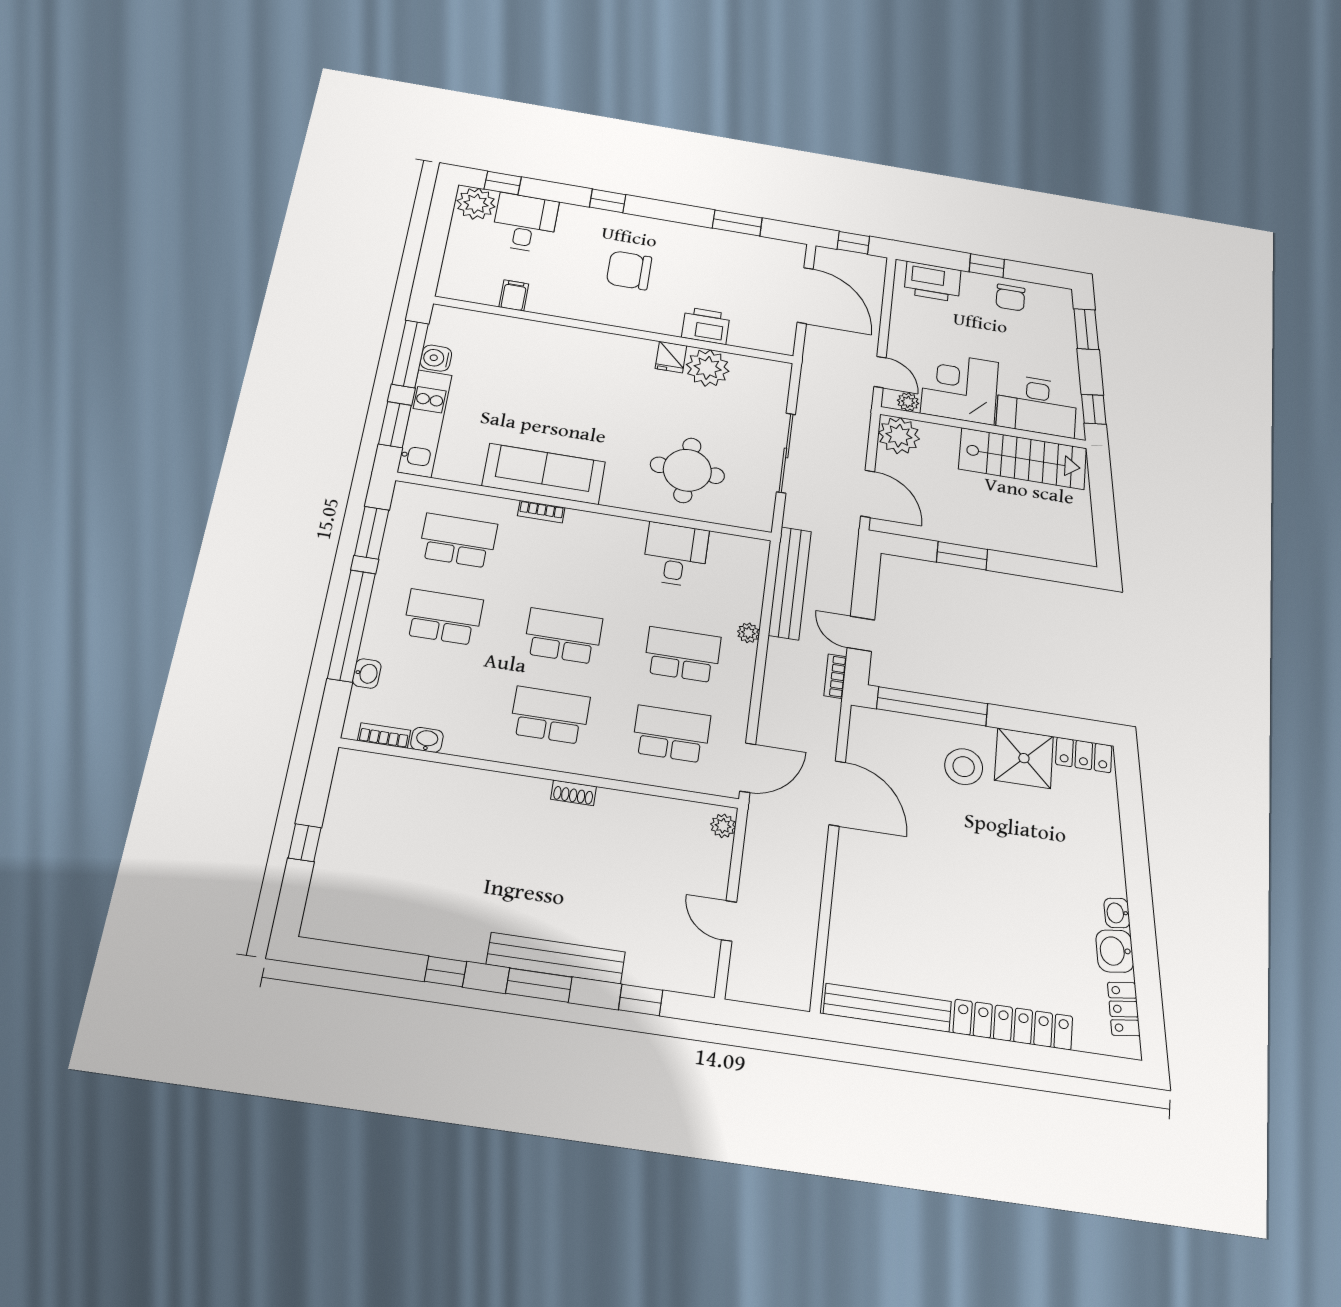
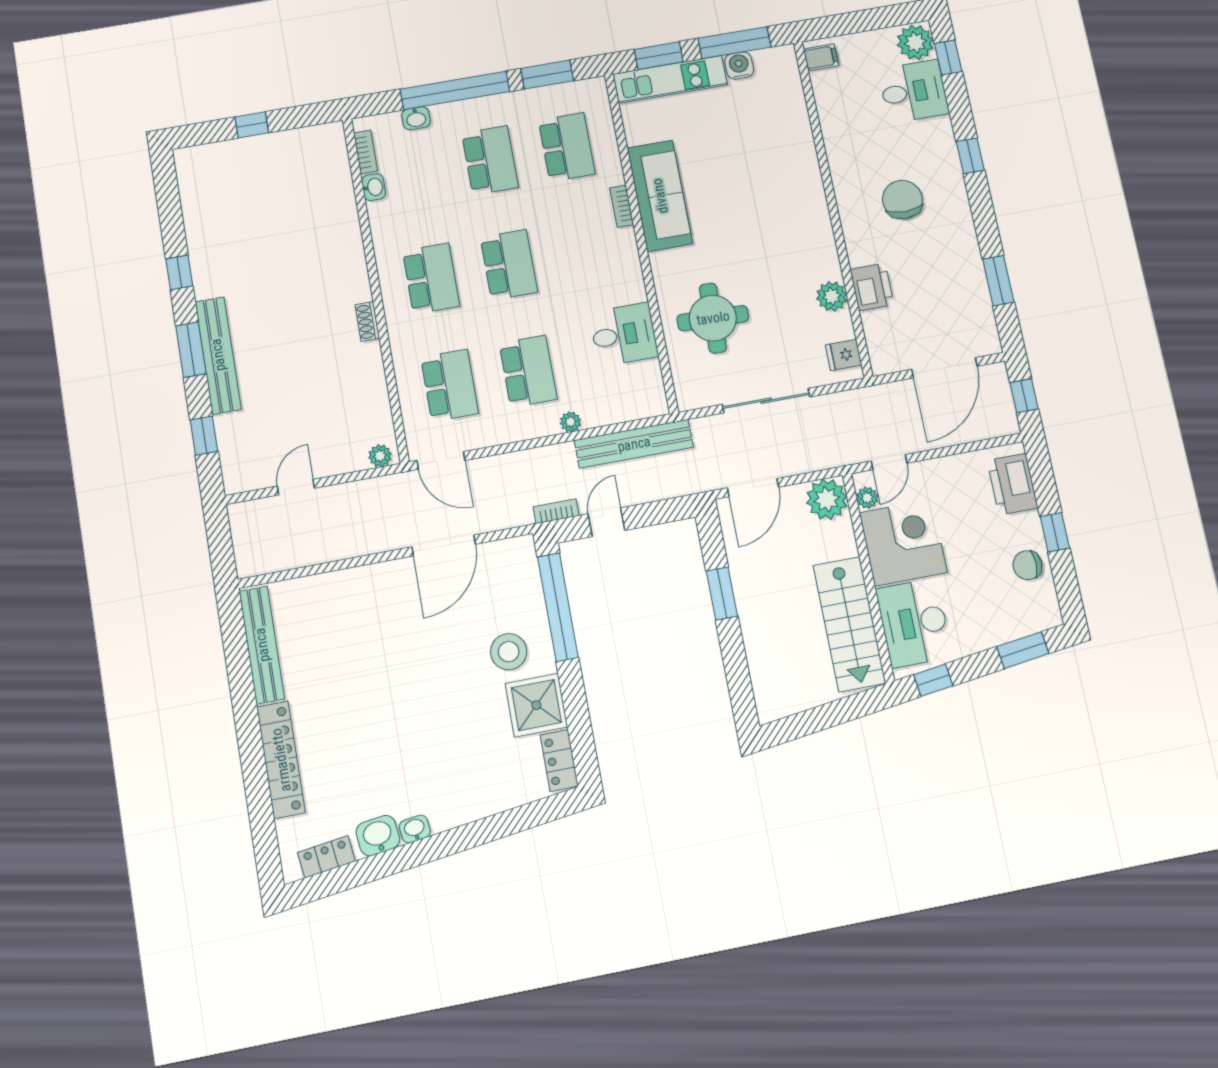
filing cabinet: (514, 295) -> (821, 57), moved
fridge: (671, 357) -> (844, 355), moved
plant: (708, 368) -> (832, 296), width x0.73, depth x0.73

